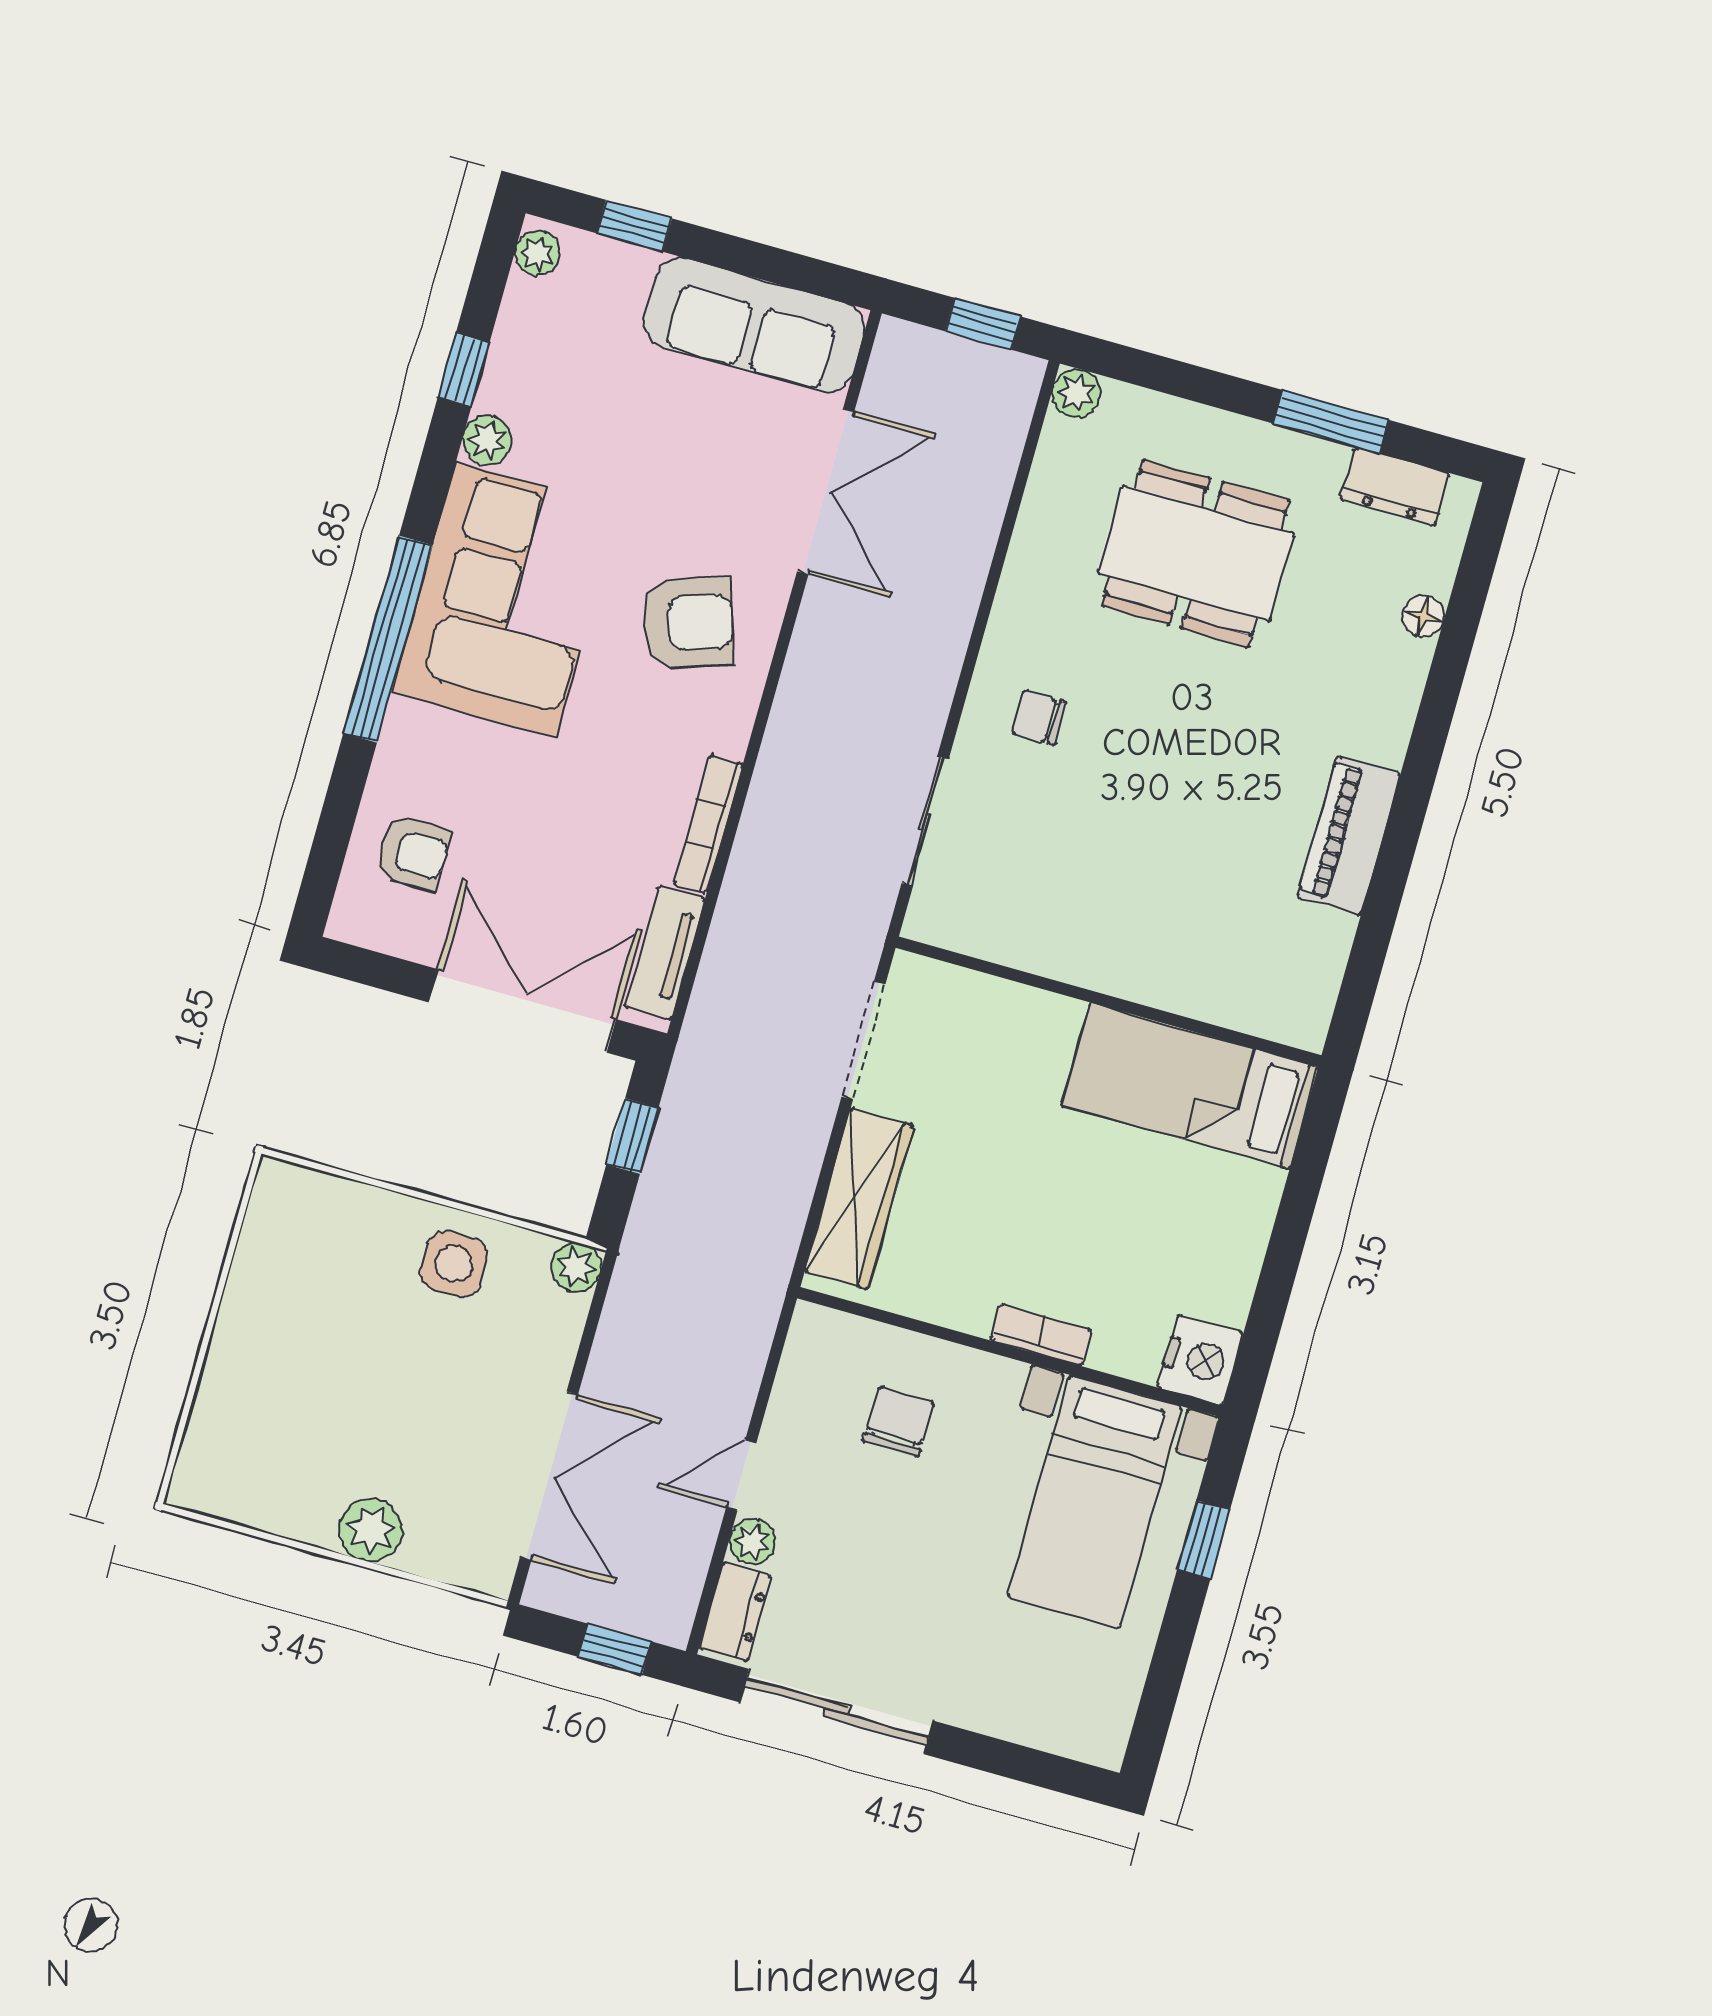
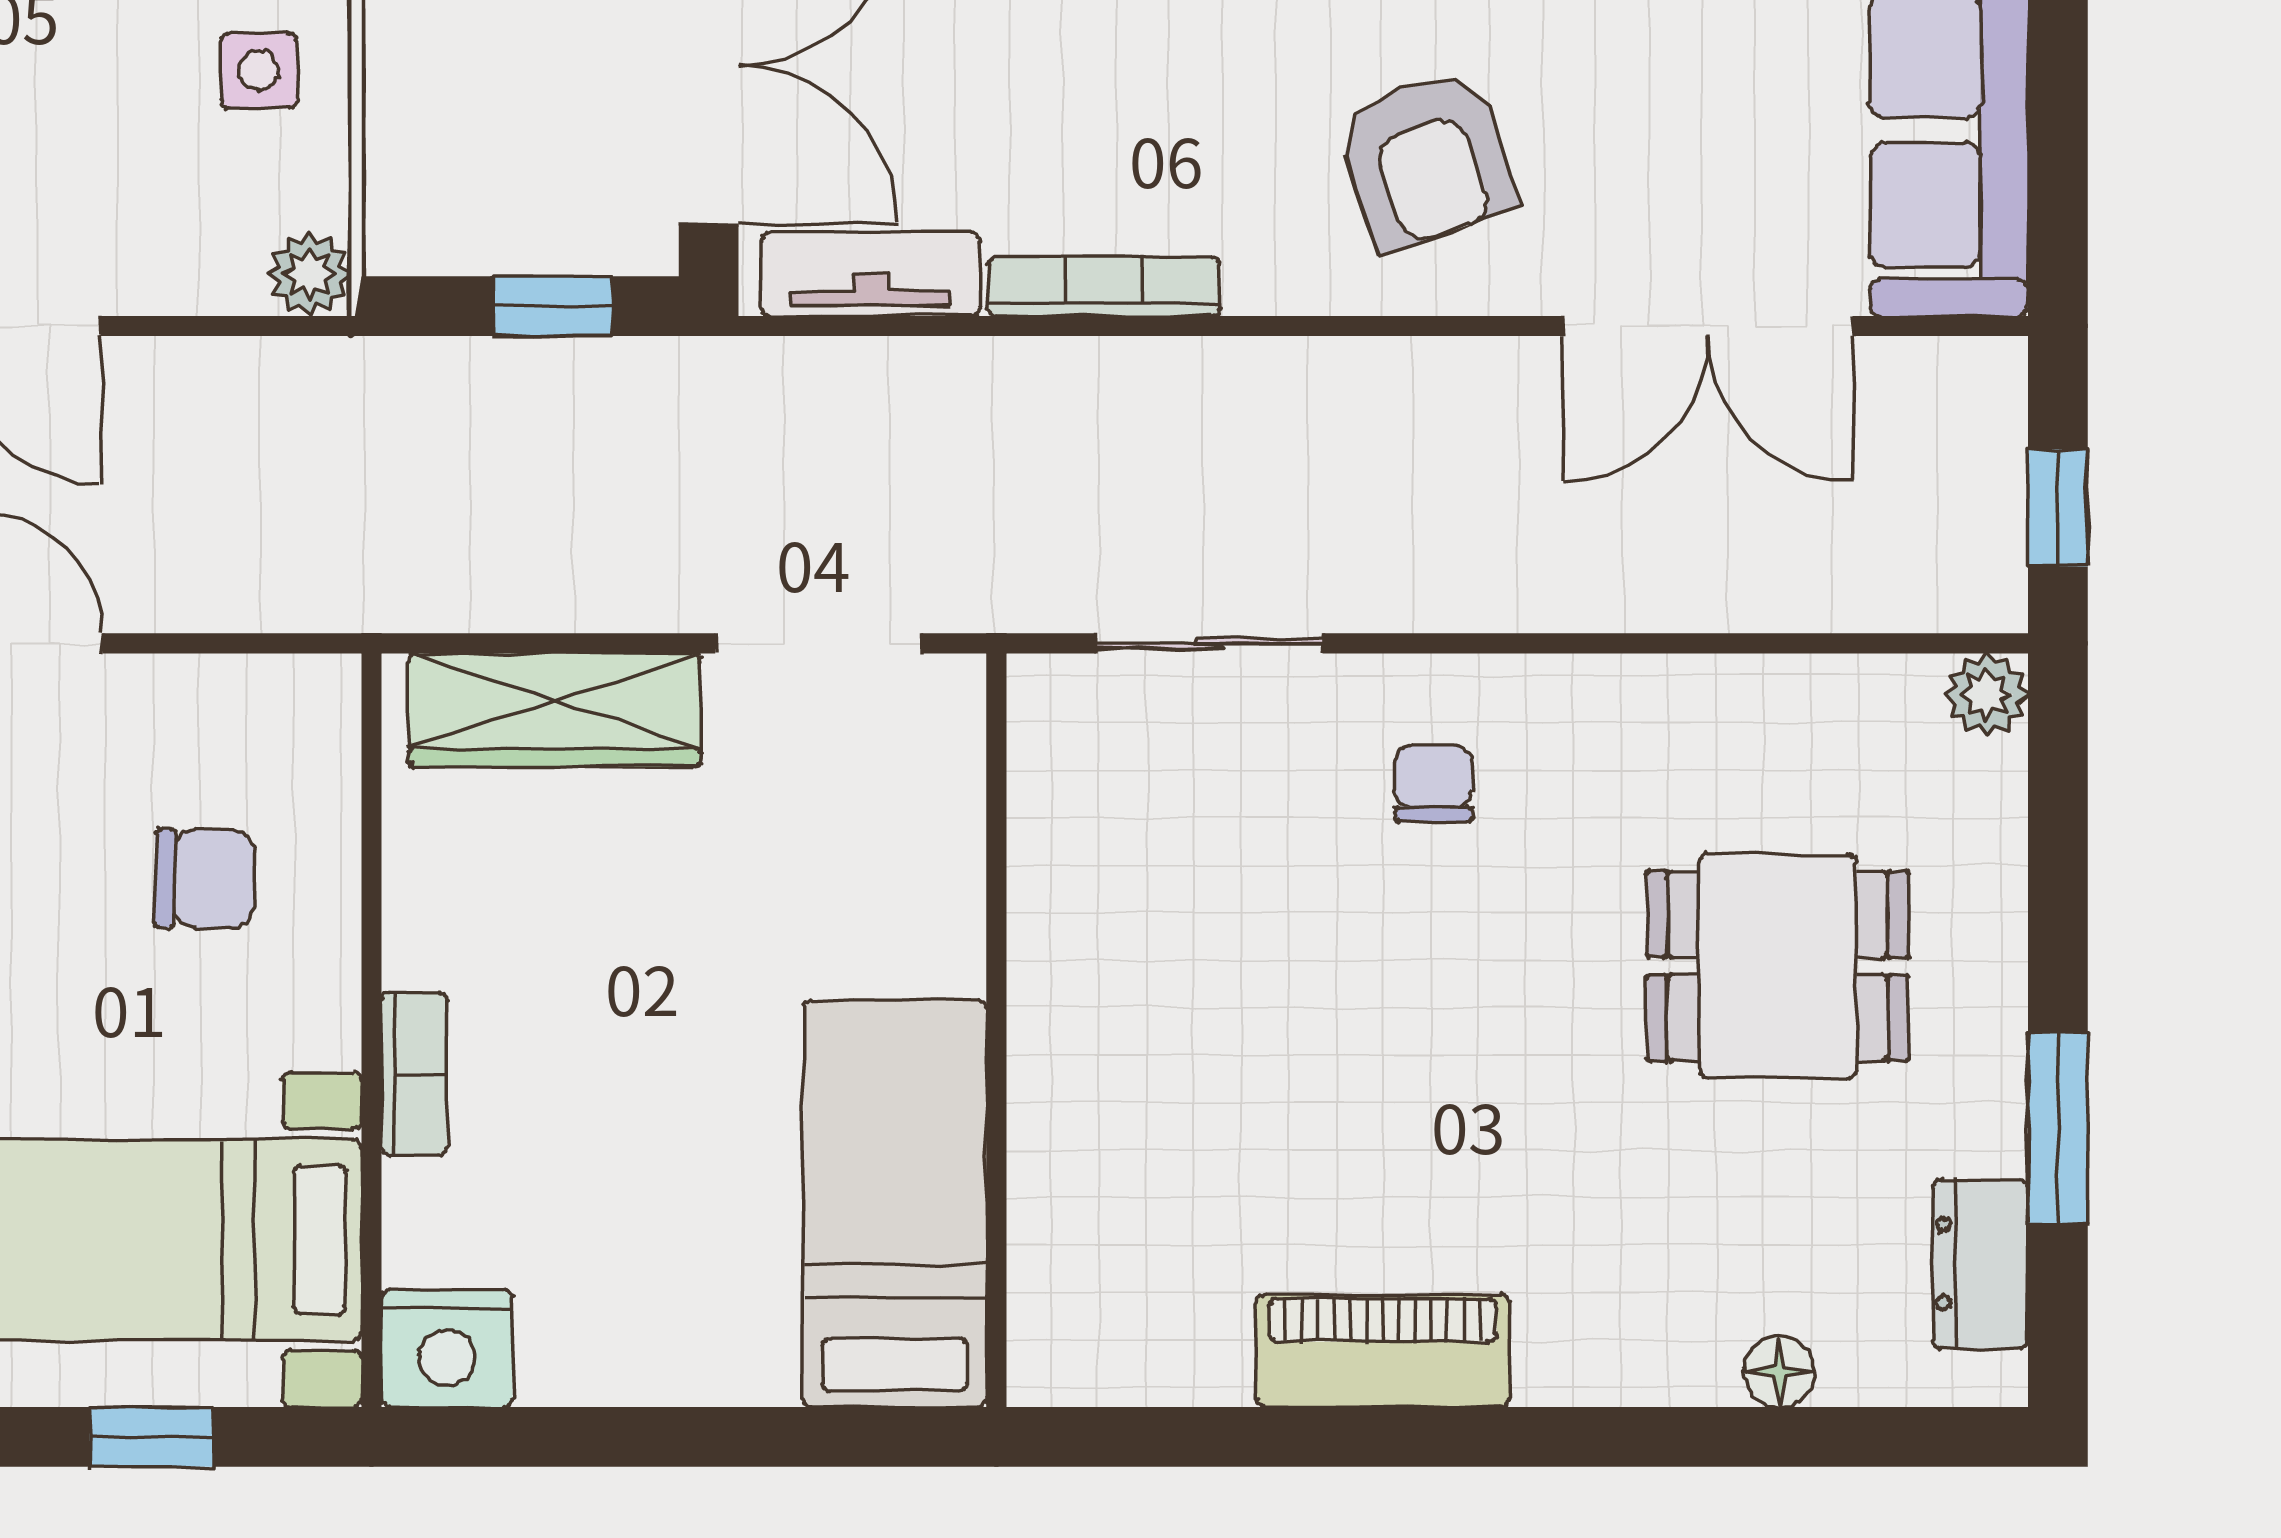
dining table: (1196, 553) -> (1778, 966), width x0.73
side table: (454, 1264) -> (259, 71), width x0.73, depth x0.73

